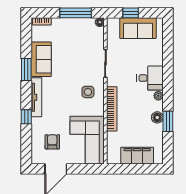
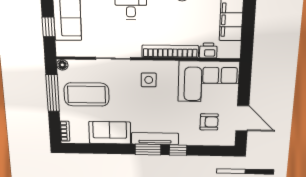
coffee table: (75, 41) -> (87, 94), added
window: (26, 70) -> (148, 150), moved
printer: (113, 139) -> (208, 51), added
armchair: (52, 142) -> (209, 122), turned 180

